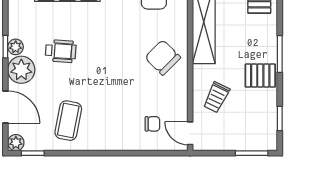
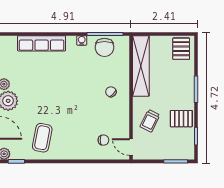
wheelchair: (61, 51) -> (37, 87), removed
chair: (163, 57) -> (111, 92), width x0.54, depth x0.54
pallet: (260, 76) -> (181, 119), moved

